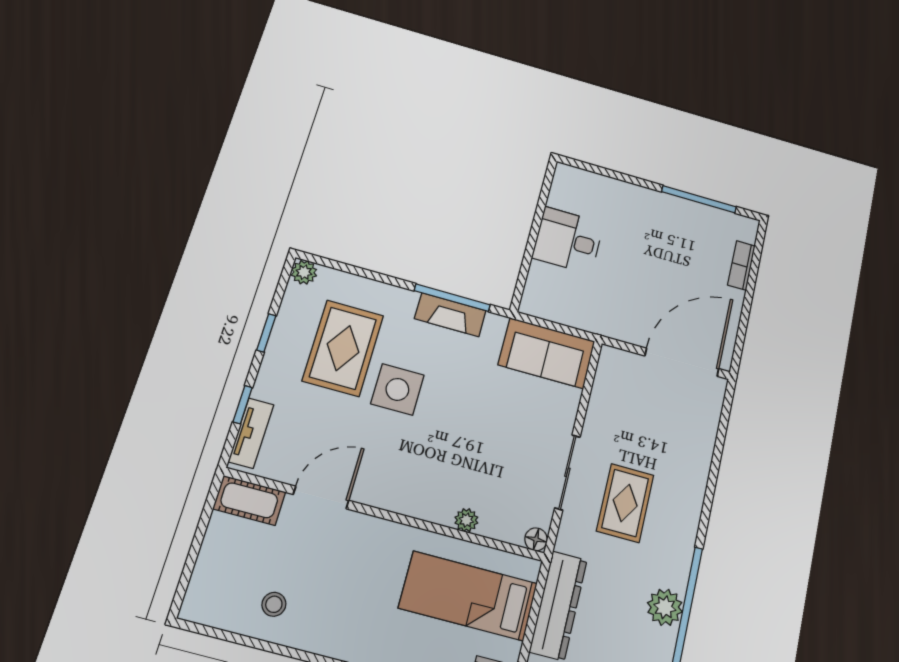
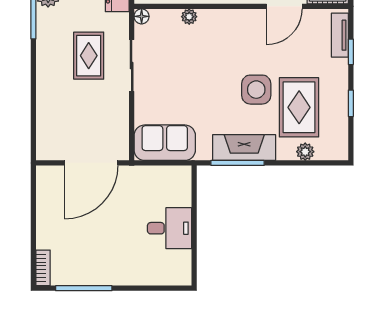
bookcase: (741, 265) -> (43, 268), moved
plant: (304, 272) -> (305, 152), moved
fireplace: (450, 315) -> (244, 148), width x1.37, depth x1.32
door: (682, 362) -> (91, 163), moved

